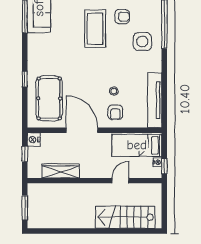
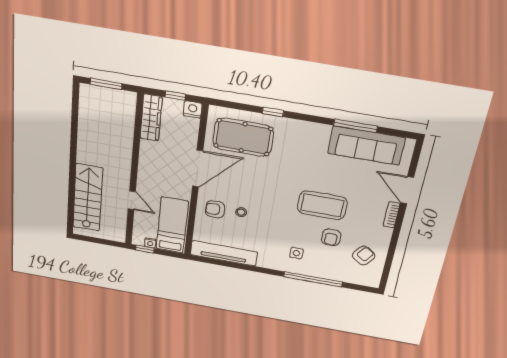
side table: (142, 42) -> (296, 253), width x0.54, depth x0.54
wardrobe: (61, 171) -> (151, 118), moved

